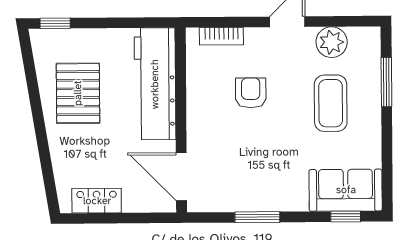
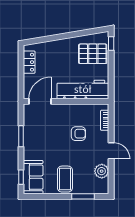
pallet: (78, 93) -> (93, 54), moved
coffee table: (331, 103) -> (65, 179), moved, turned 90

